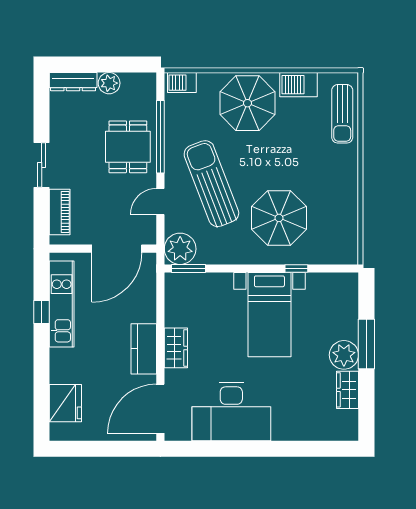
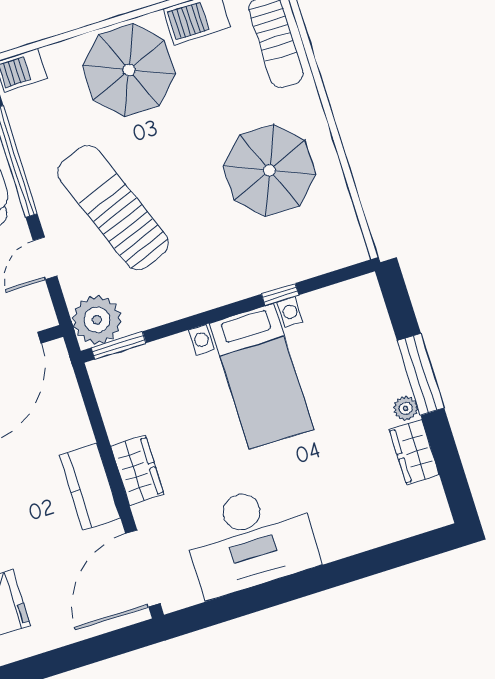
parasol: (279, 218) -> (270, 170), moved
plant: (344, 355) -> (406, 408), width x0.53, depth x0.53

